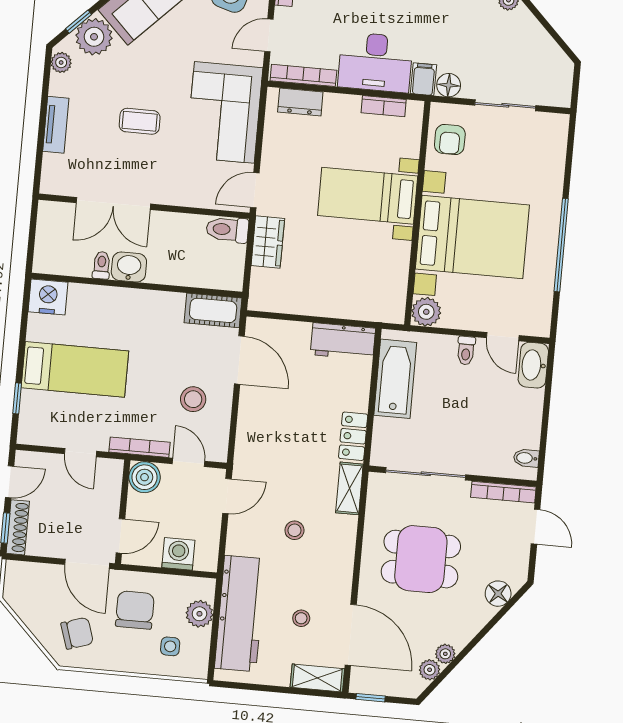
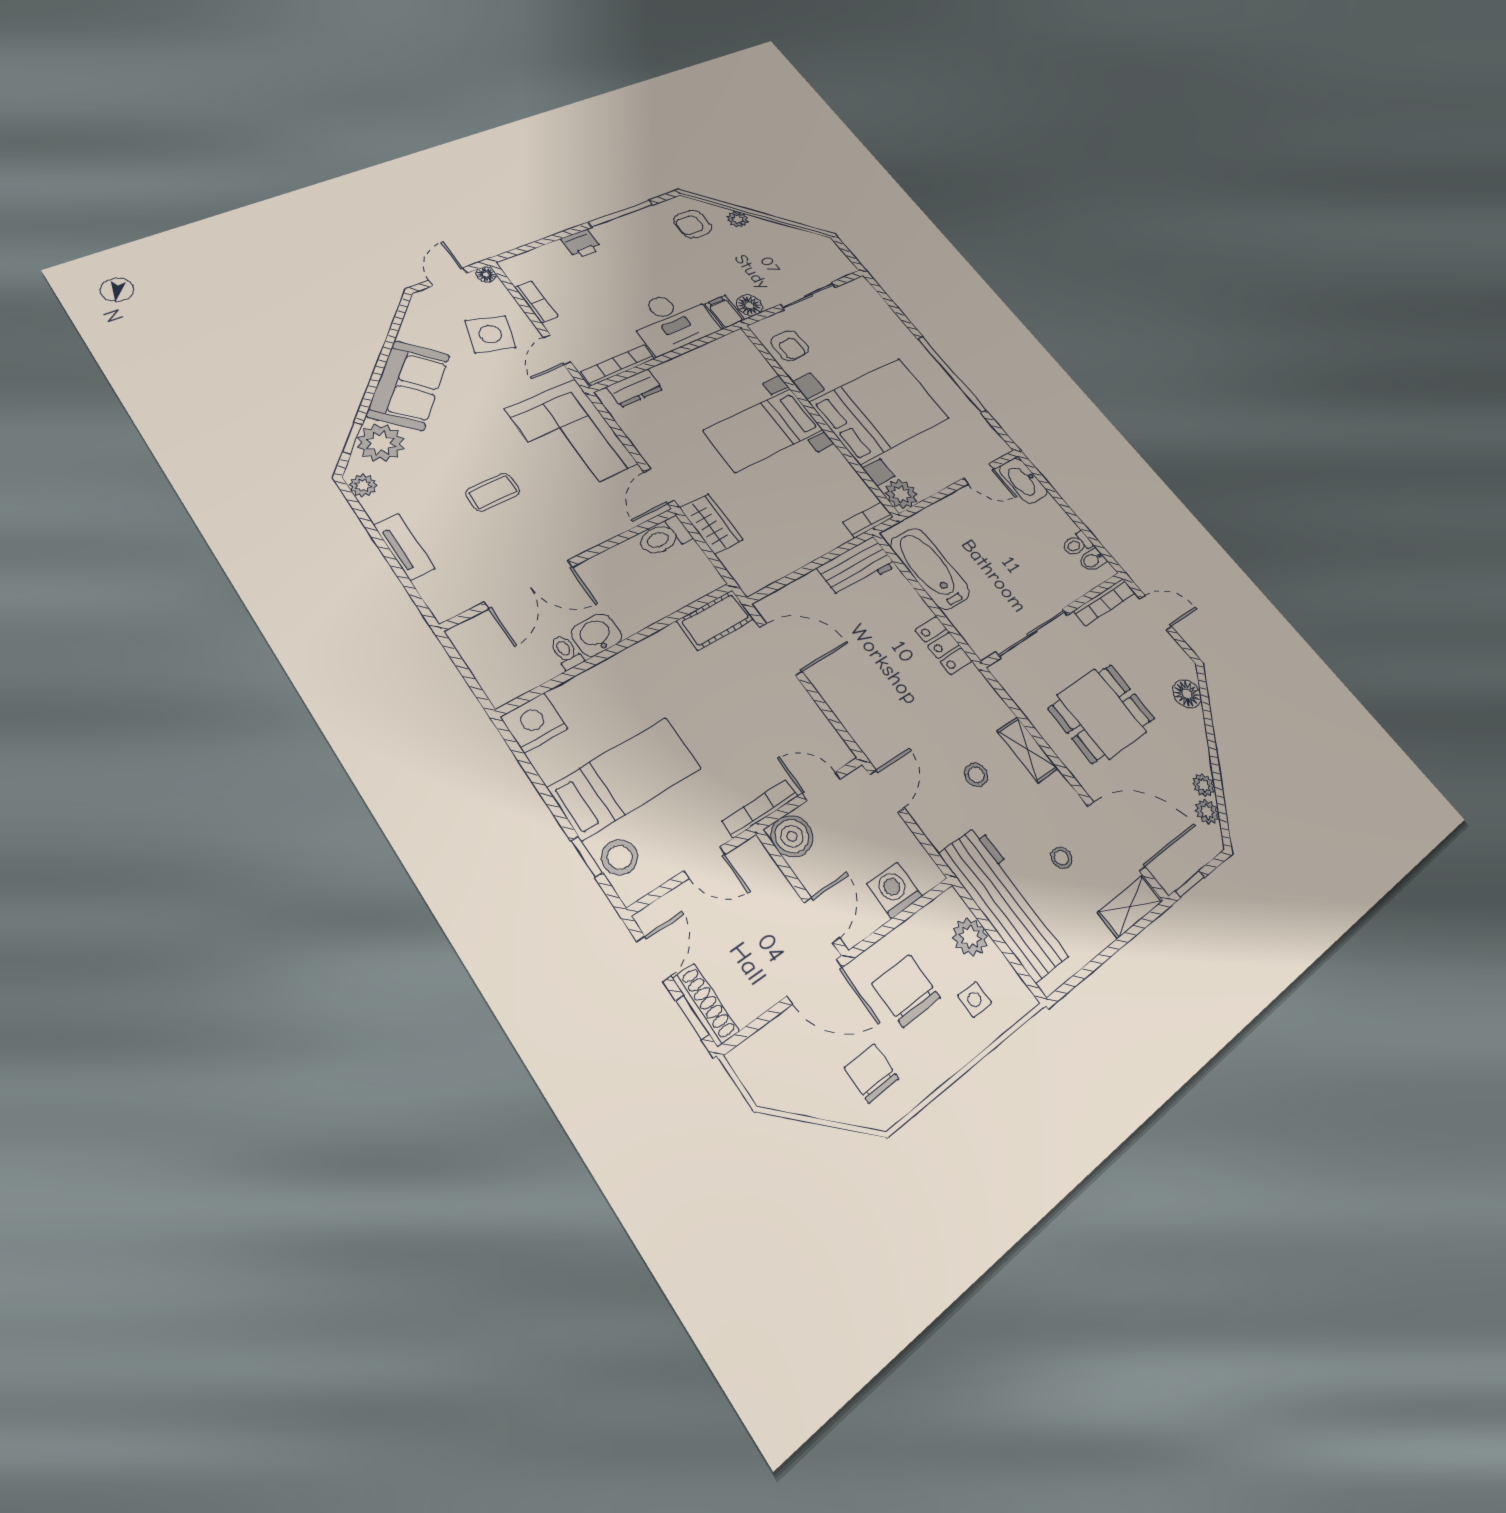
bookcase: (384, 106) -> (868, 520), moved, turned 180
toilet: (466, 351) -> (1077, 544), moved, turned 90
stool: (193, 399) -> (620, 857), moved
shelving: (349, 488) -> (1028, 750), moved
chair: (77, 633) -> (872, 1073), turned -72

